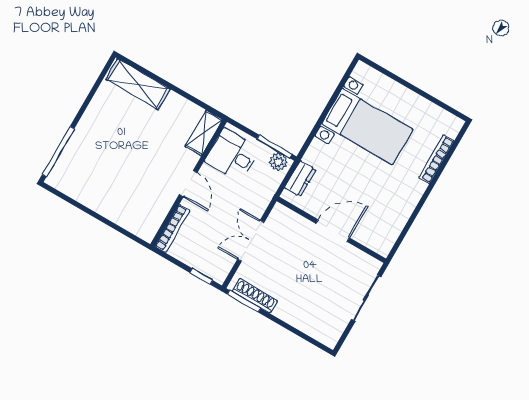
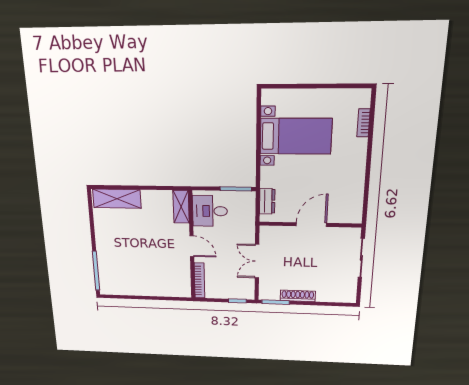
bookcase: (436, 159) -> (363, 123), width x0.64
plant: (278, 162) -> (245, 198), removed
shoe rack: (255, 296) -> (298, 296), moved

